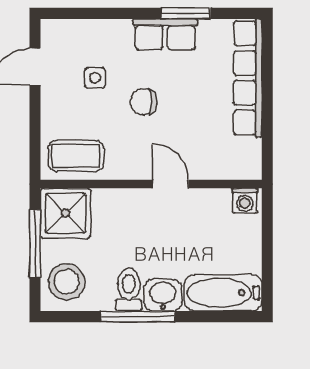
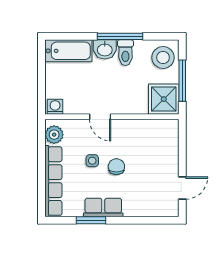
side table: (95, 78) -> (92, 161), moved
chair: (144, 102) -> (116, 167), turned -90
plant: (246, 155) -> (54, 135), added
coffee table: (76, 156) -> (157, 134), removed

